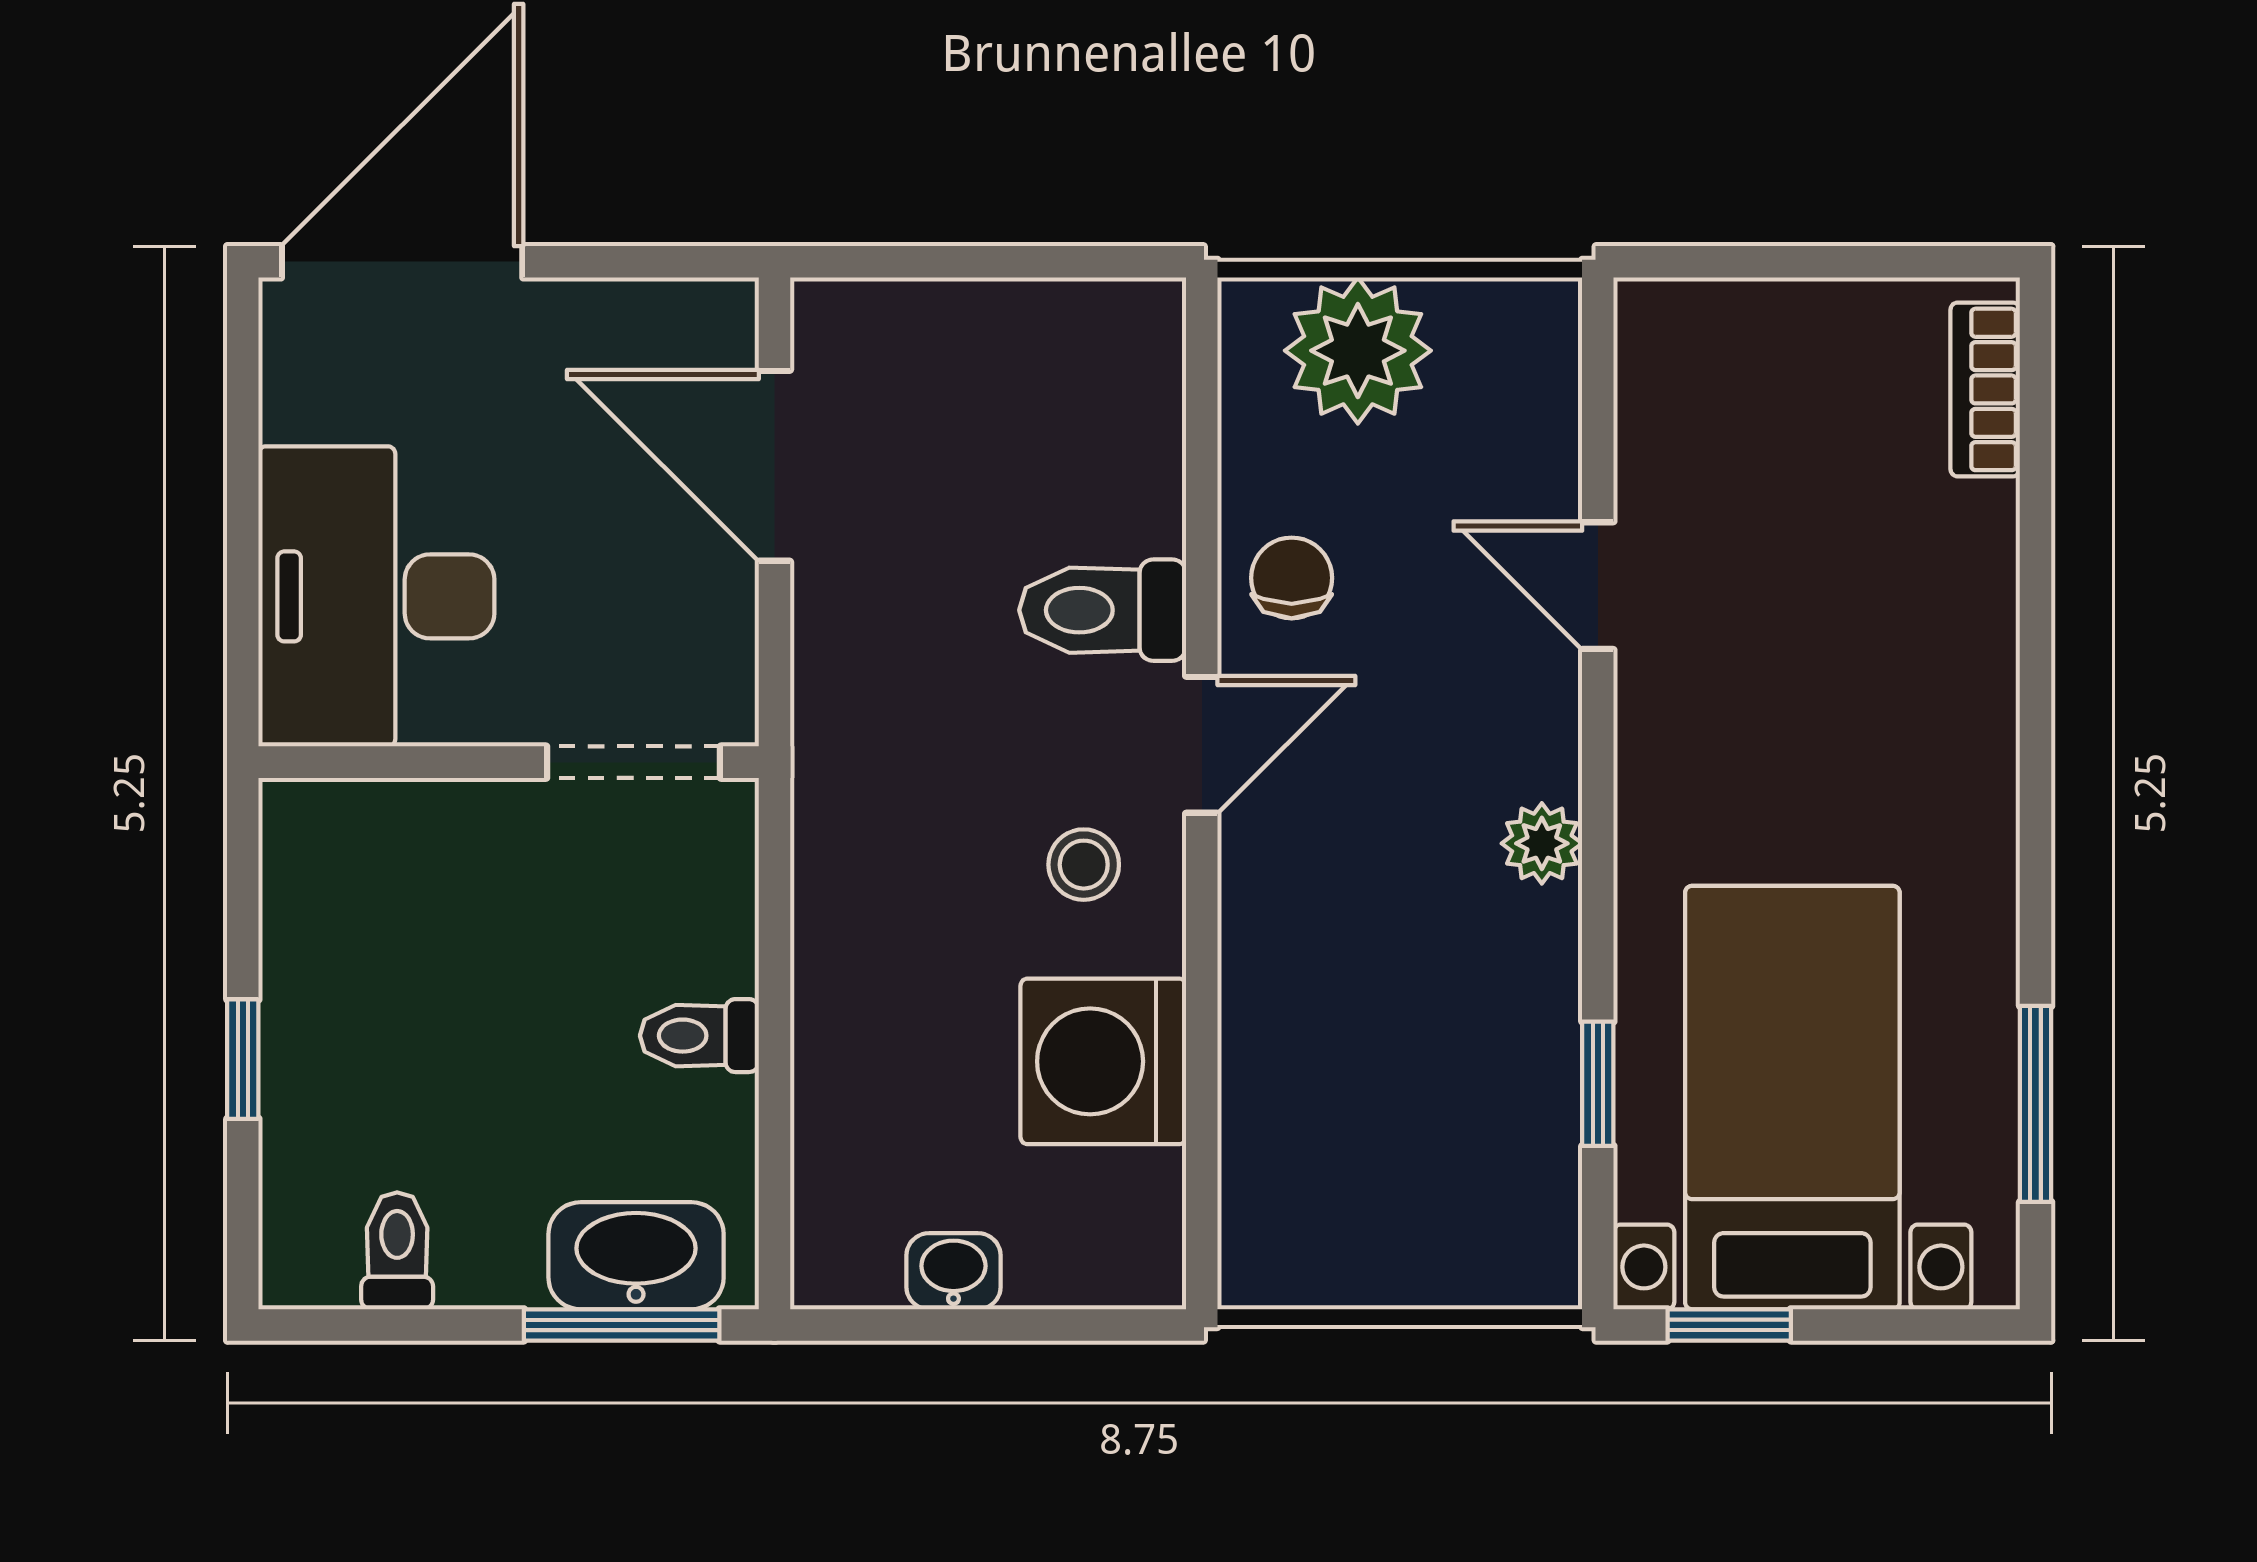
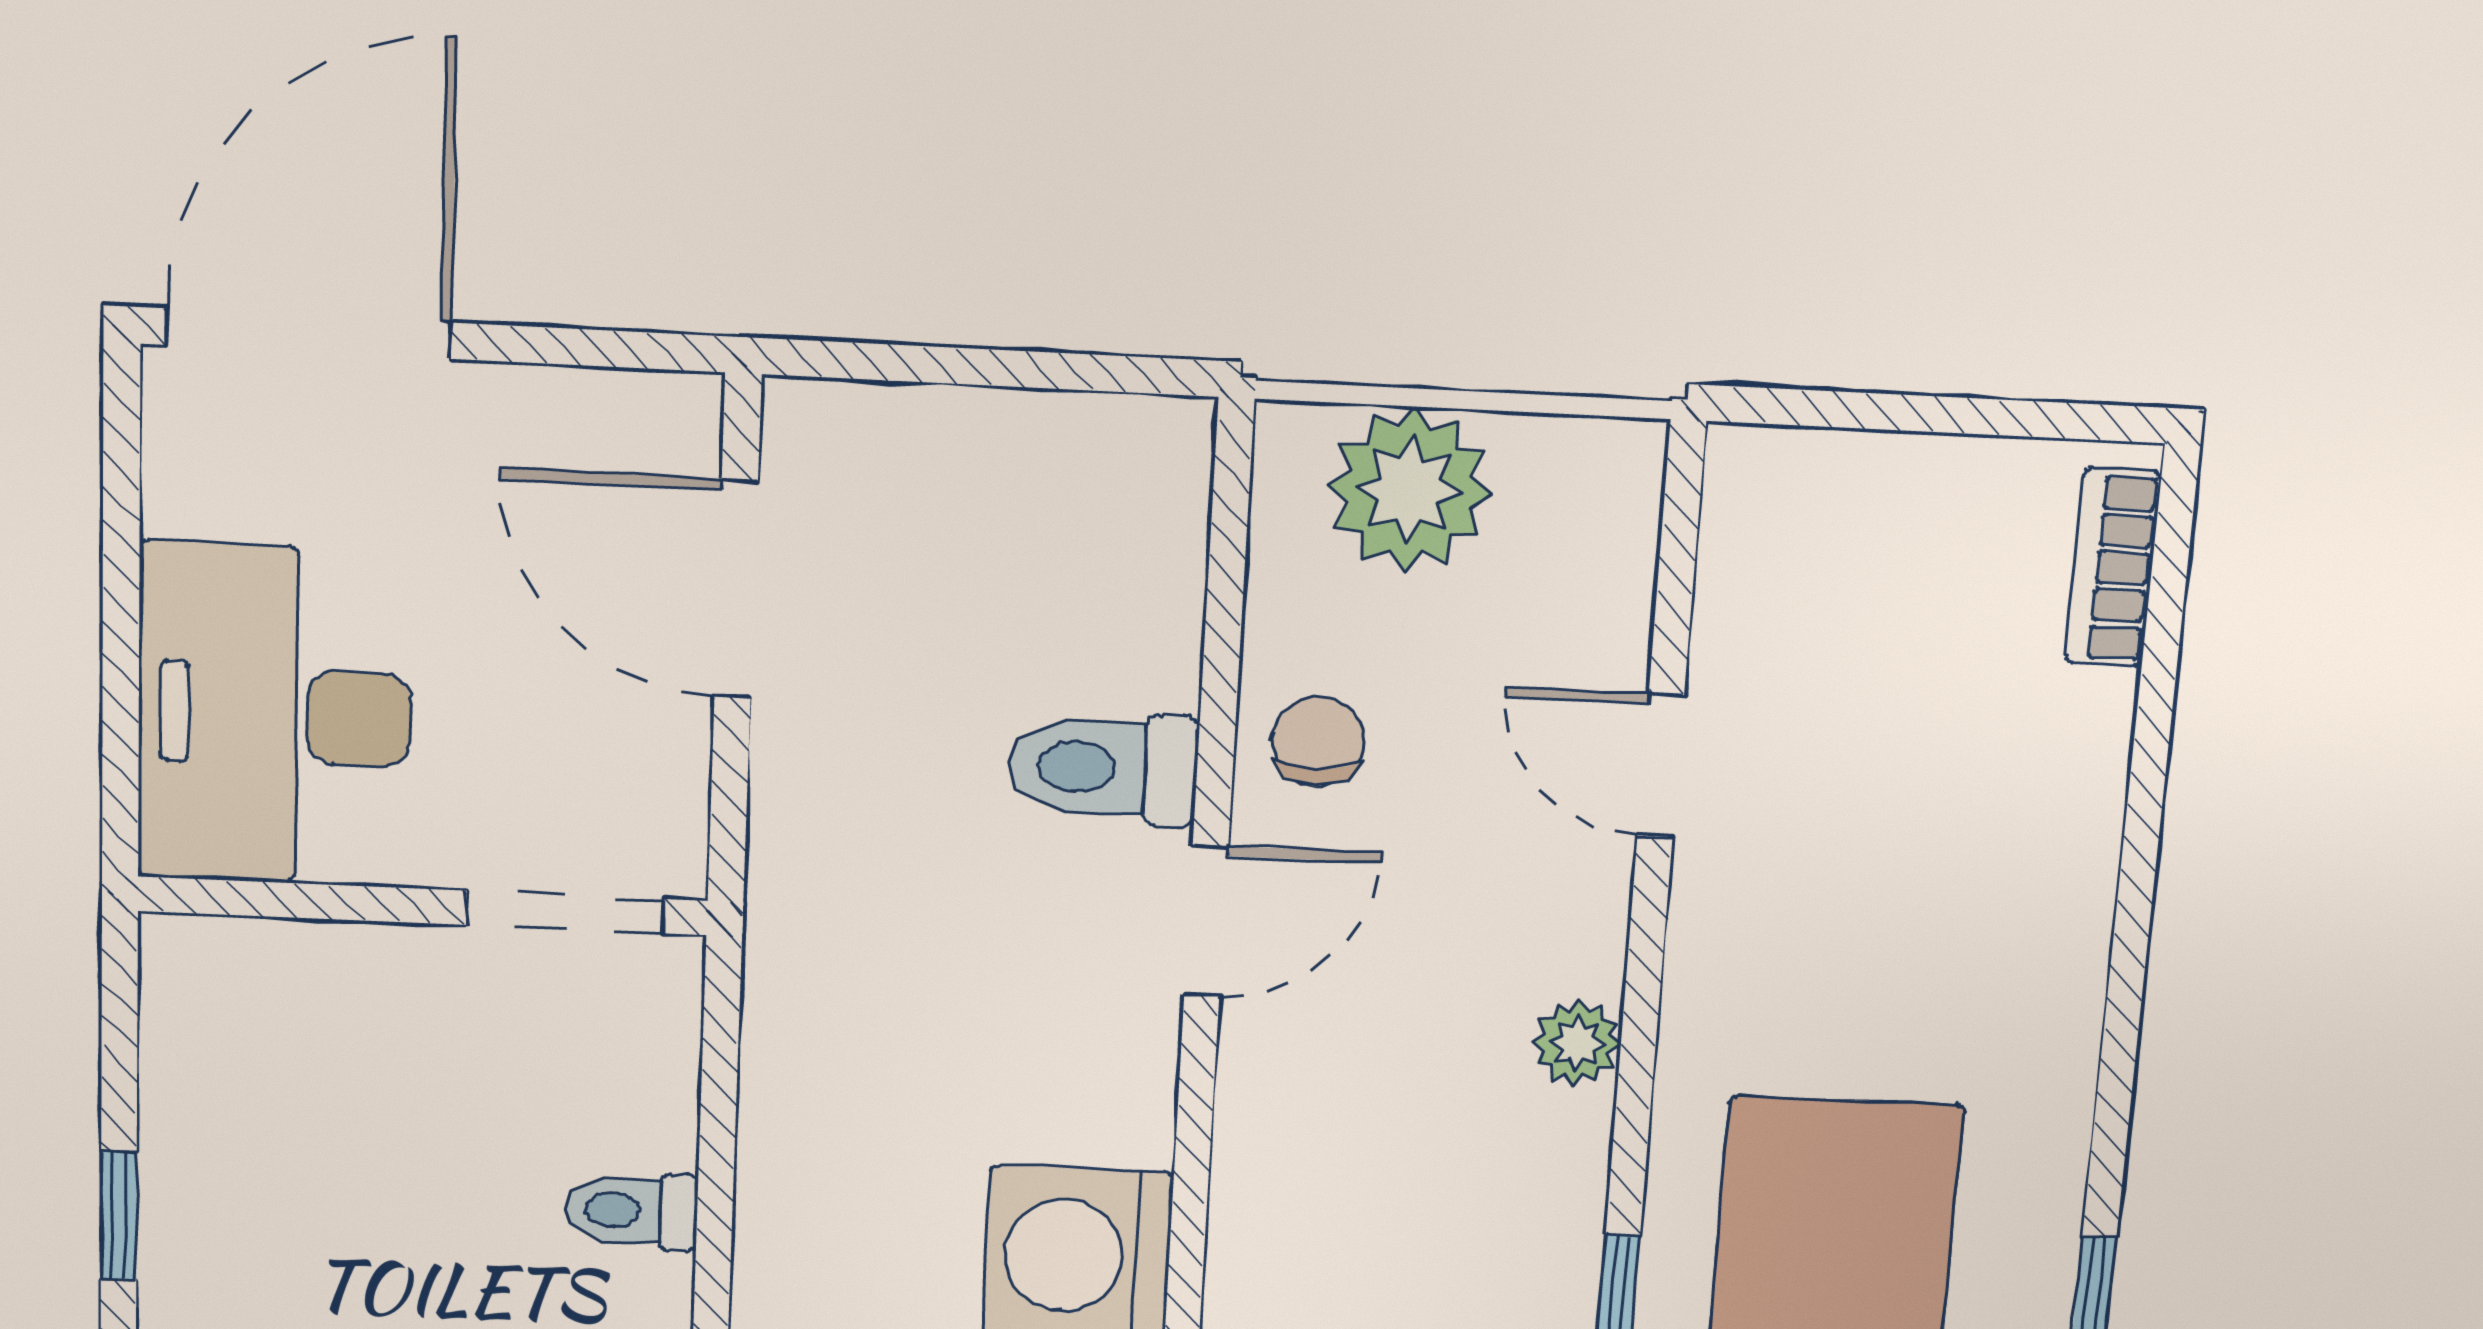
stool: (1084, 865) -> (1067, 1045), removed

